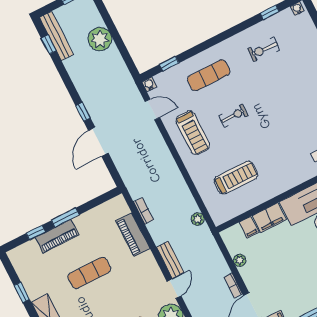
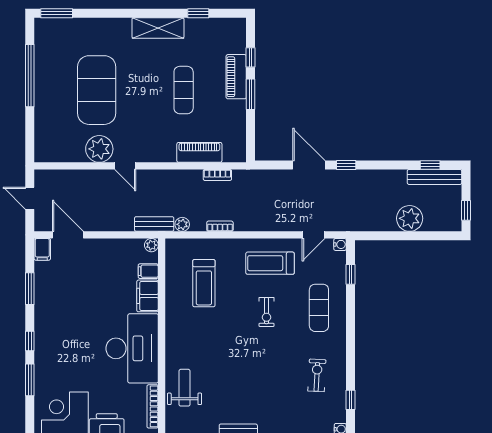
bench: (170, 260) -> (154, 224), moved
plant: (240, 260) -> (151, 245), moved
bookcase: (233, 286) -> (220, 226), moved

